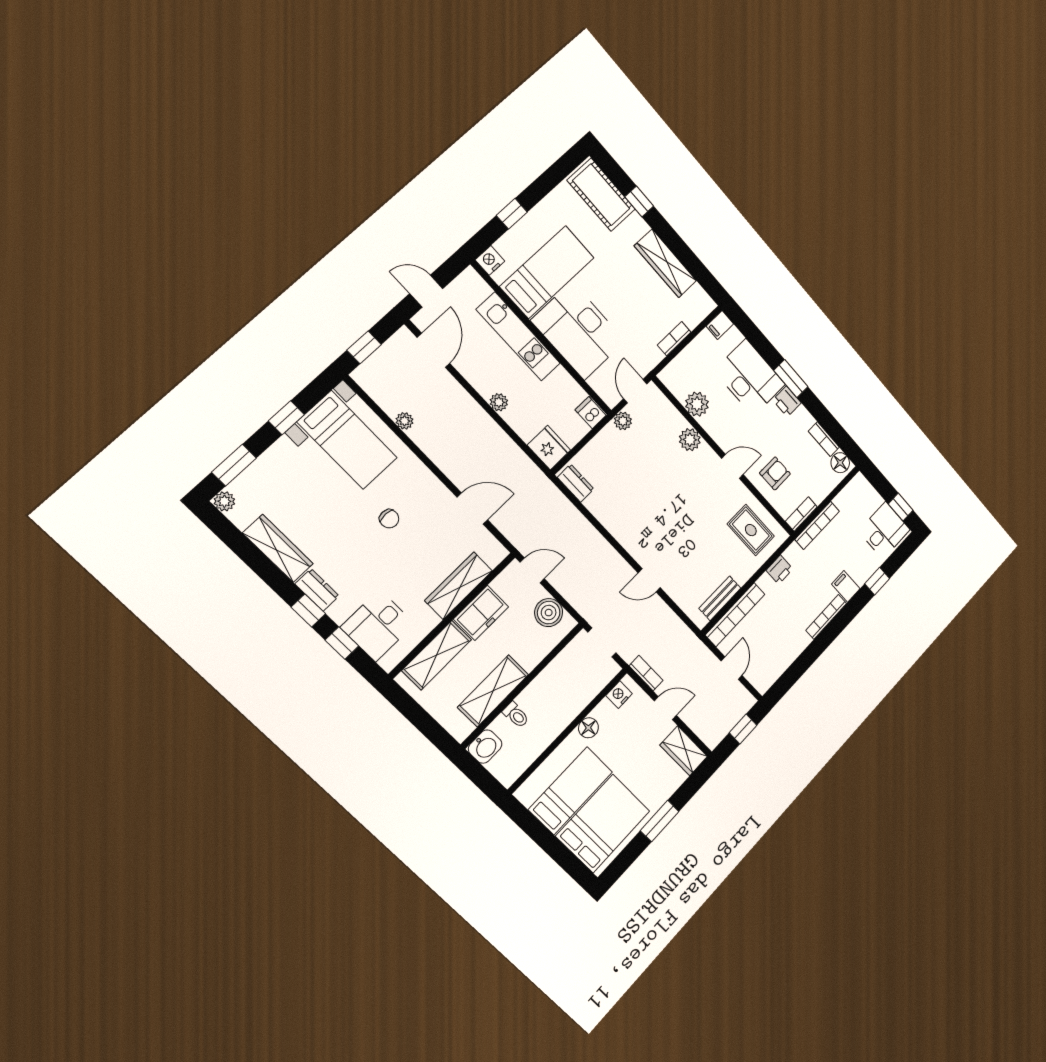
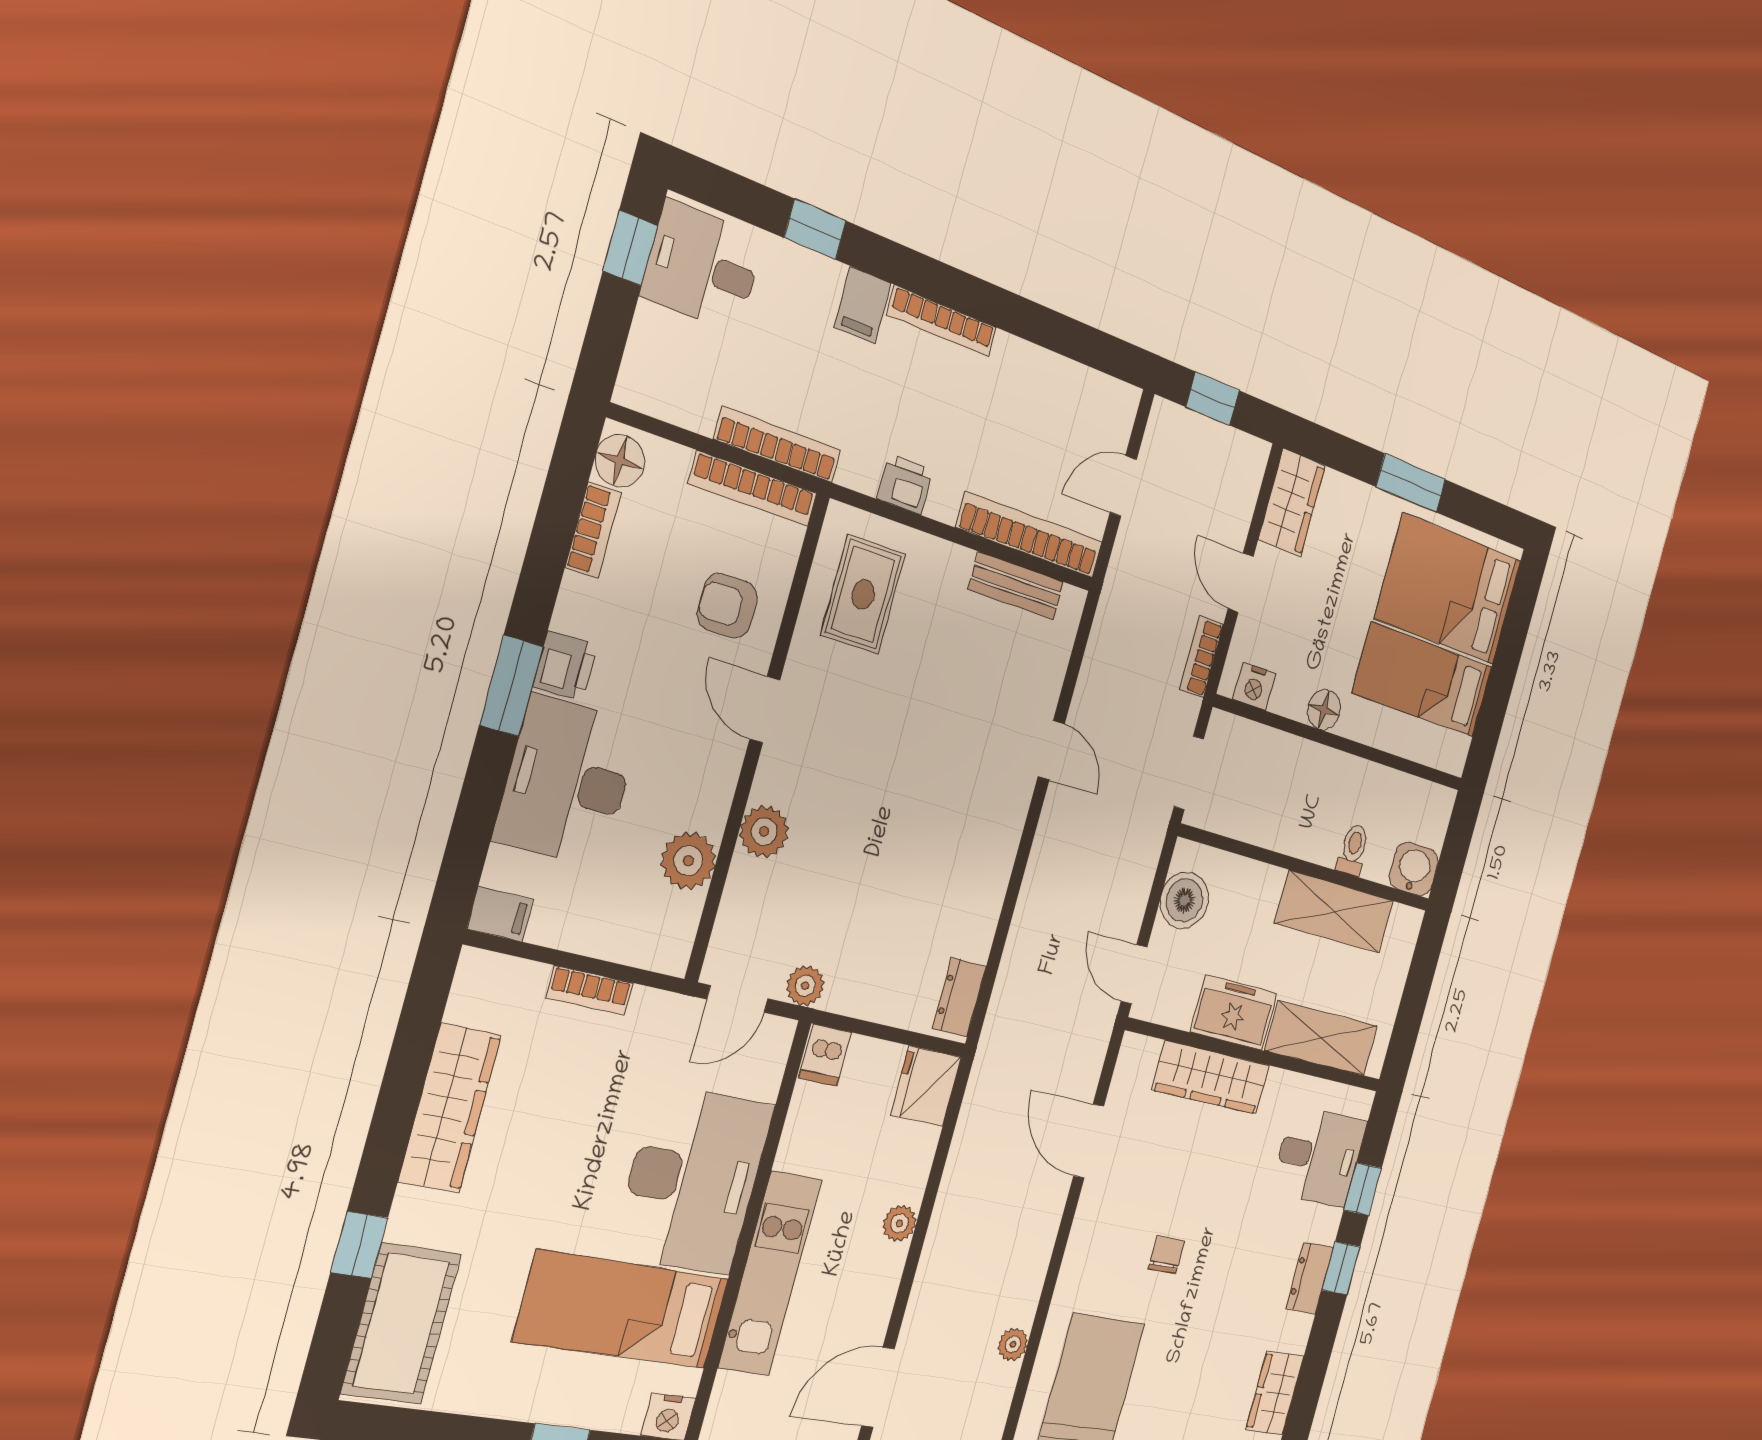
bookcase: (801, 514) -> (753, 489), width x1.56
wardrobe: (278, 548) -> (1275, 1393), width x0.67

